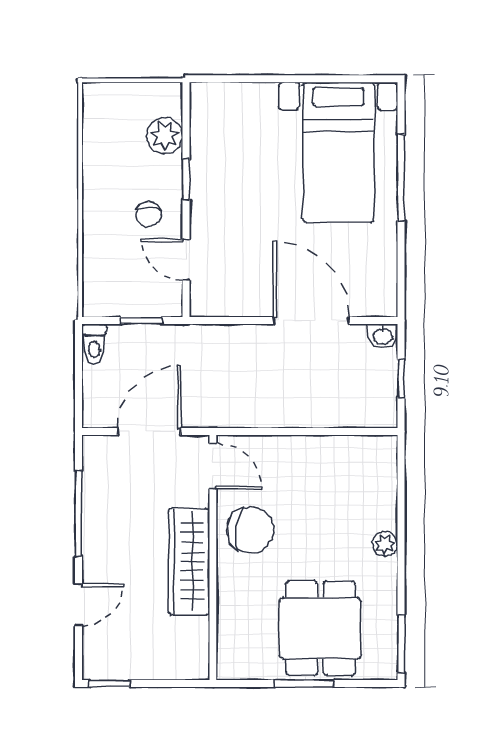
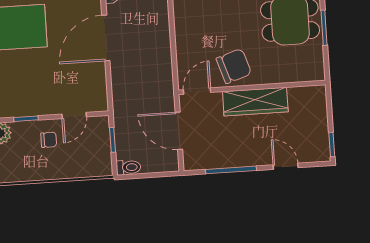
chair: (250, 530) -> (234, 66), turned 64

